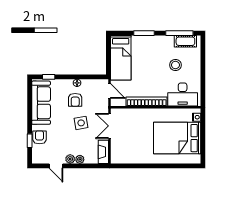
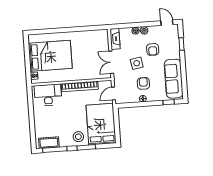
bed: (121, 58) -> (101, 124), width x1.50
stool: (175, 65) -> (78, 137), moved
door: (109, 91) -> (113, 93), hinge flipped
double door: (109, 126) -> (111, 62), swing flipped
armchair: (40, 137) -> (153, 49), moved
door: (56, 166) -> (167, 23), moved

